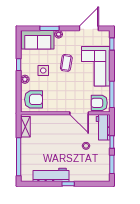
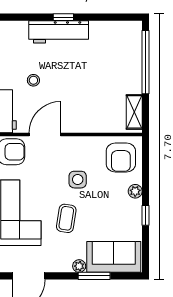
side table: (43, 71) -> (78, 180), moved
armchair: (33, 99) -> (121, 157), turned -90
door: (79, 113) -> (45, 134), hinge flipped
workbench: (51, 175) -> (59, 32), moved

